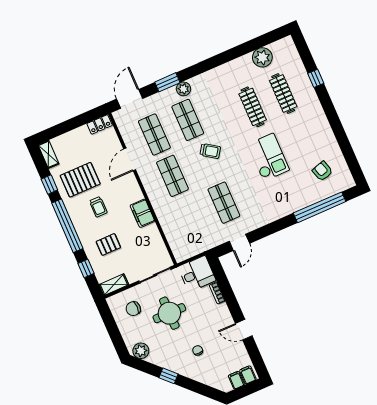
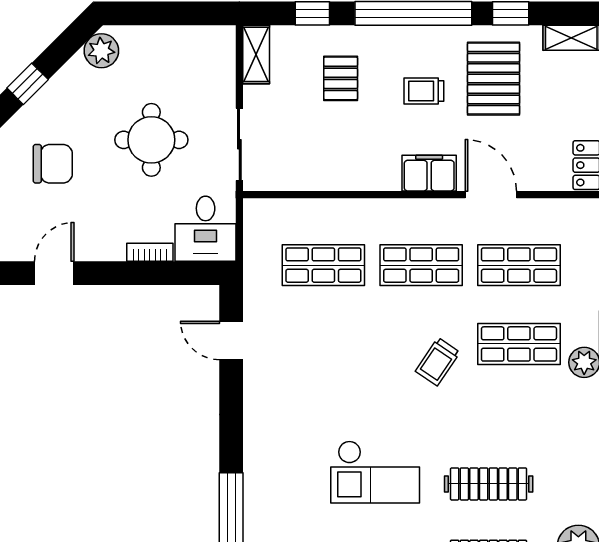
shop shelf: (224, 203) -> (323, 265), moved
filing cabinet: (142, 213) -> (429, 173), moved
chair: (133, 309) -> (192, 72), removed
chair: (198, 350) -> (53, 164), width x1.87, depth x1.87

